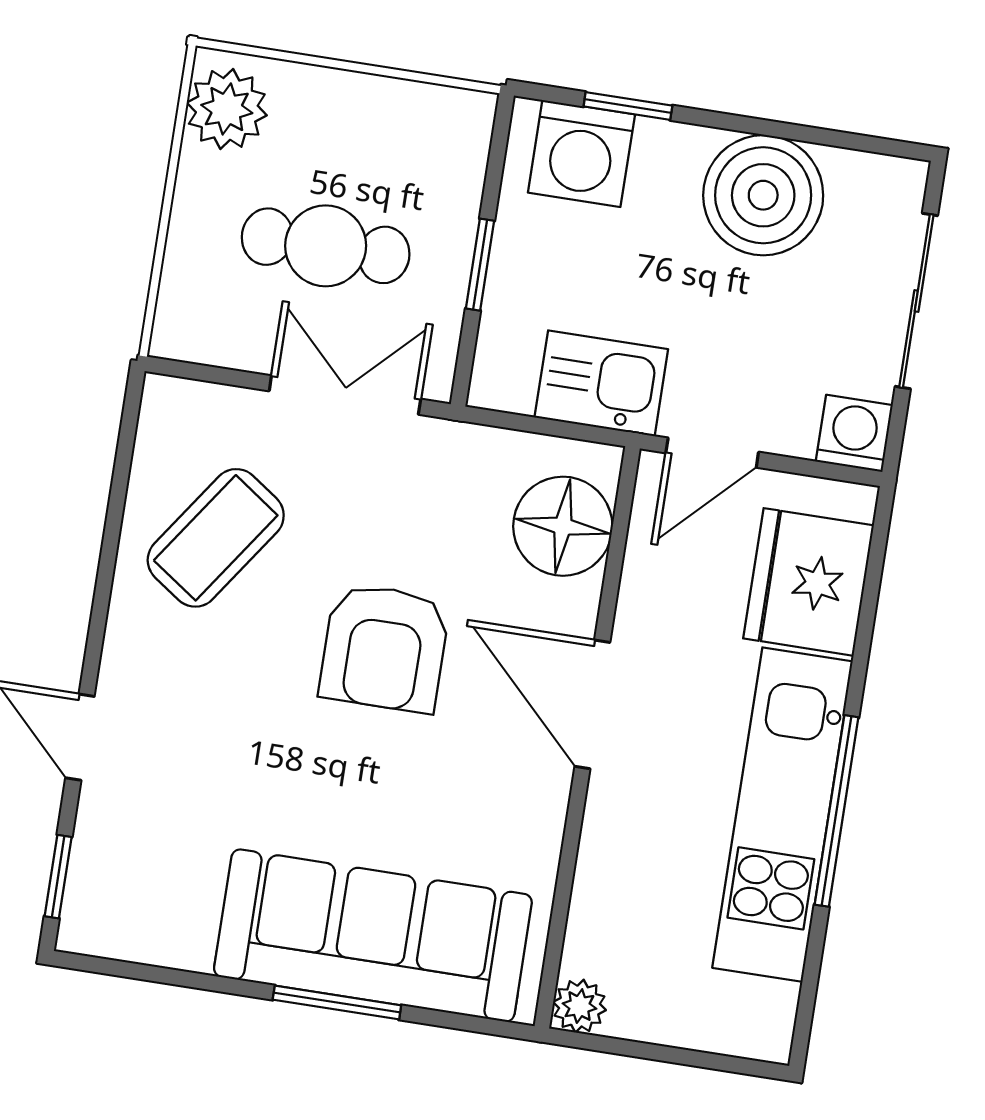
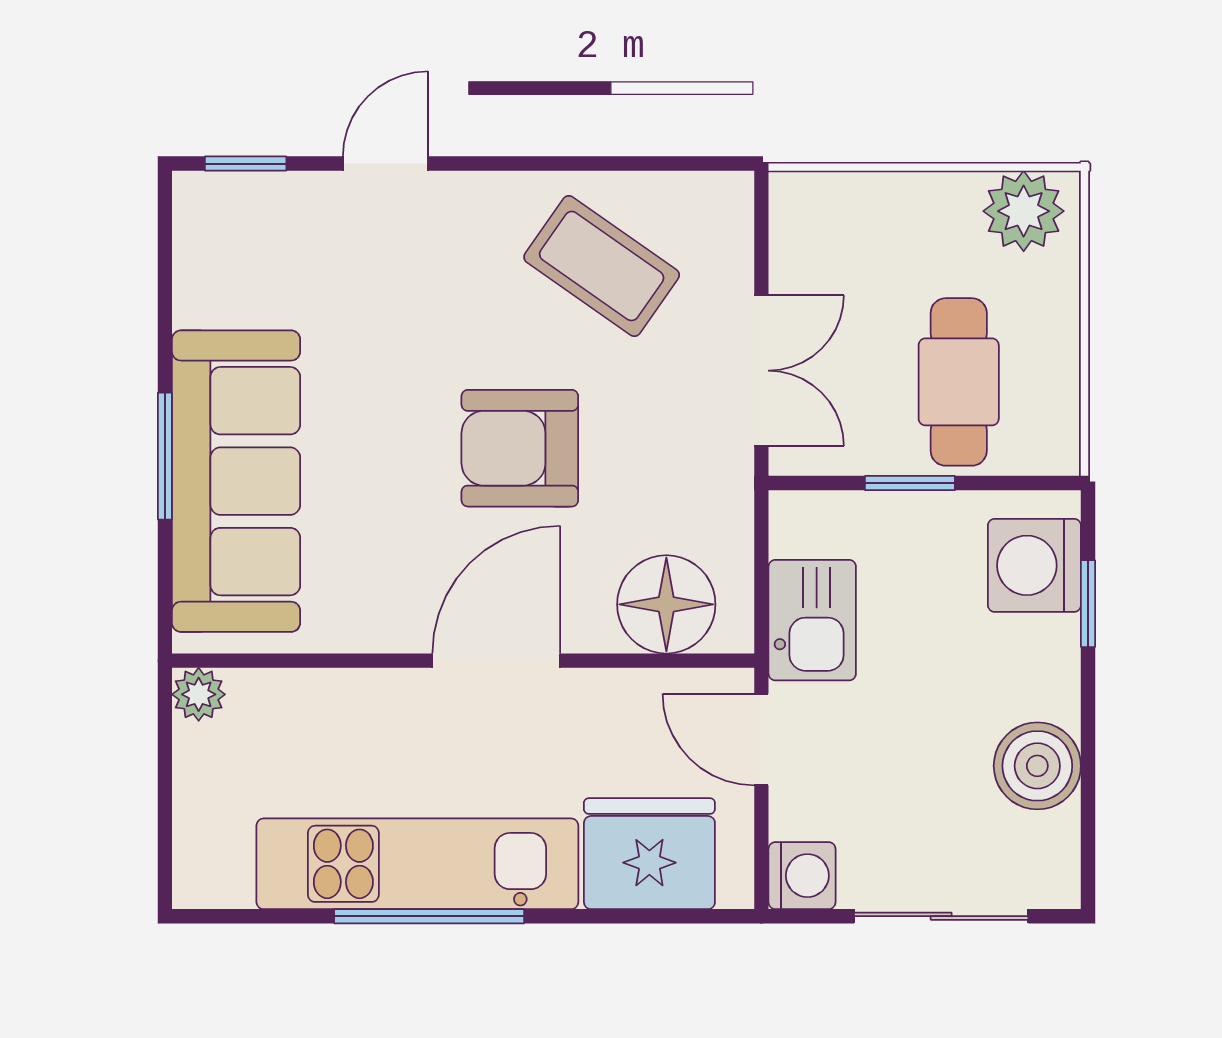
boiler: (763, 195) -> (1037, 766), width x0.73, depth x0.73
cafe table: (326, 246) -> (959, 382), moved

